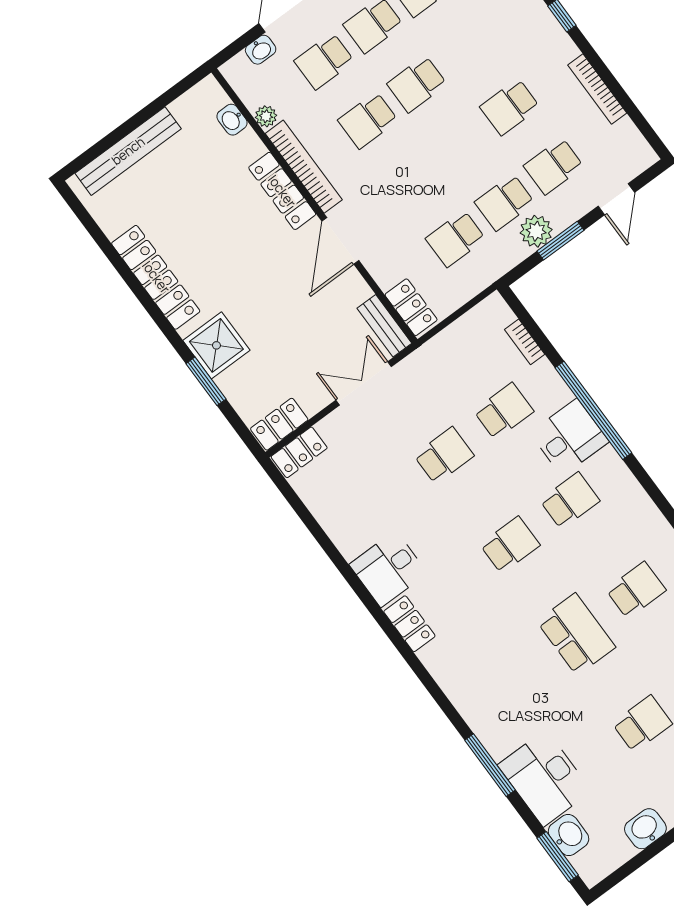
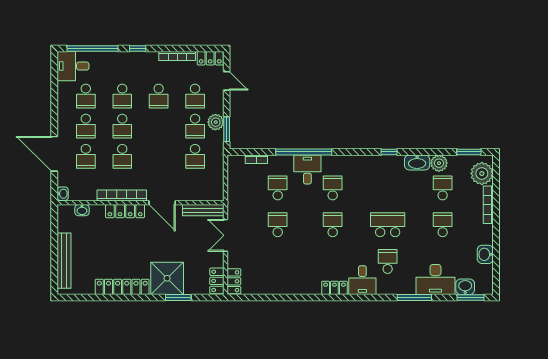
school desk: (466, 48) -> (122, 96), added
washbasin: (261, 50) -> (63, 194), moved
plant: (266, 116) -> (91, 196), removed
window: (560, 241) -> (227, 129), moved
locker: (411, 307) -> (210, 58), moved, turned 180
bench: (384, 326) -> (203, 210), width x1.36
shower: (216, 345) -> (167, 278), width x1.37, depth x1.37
desk: (388, 569) -> (362, 280), moved
school desk: (636, 590) -> (388, 261), moved

